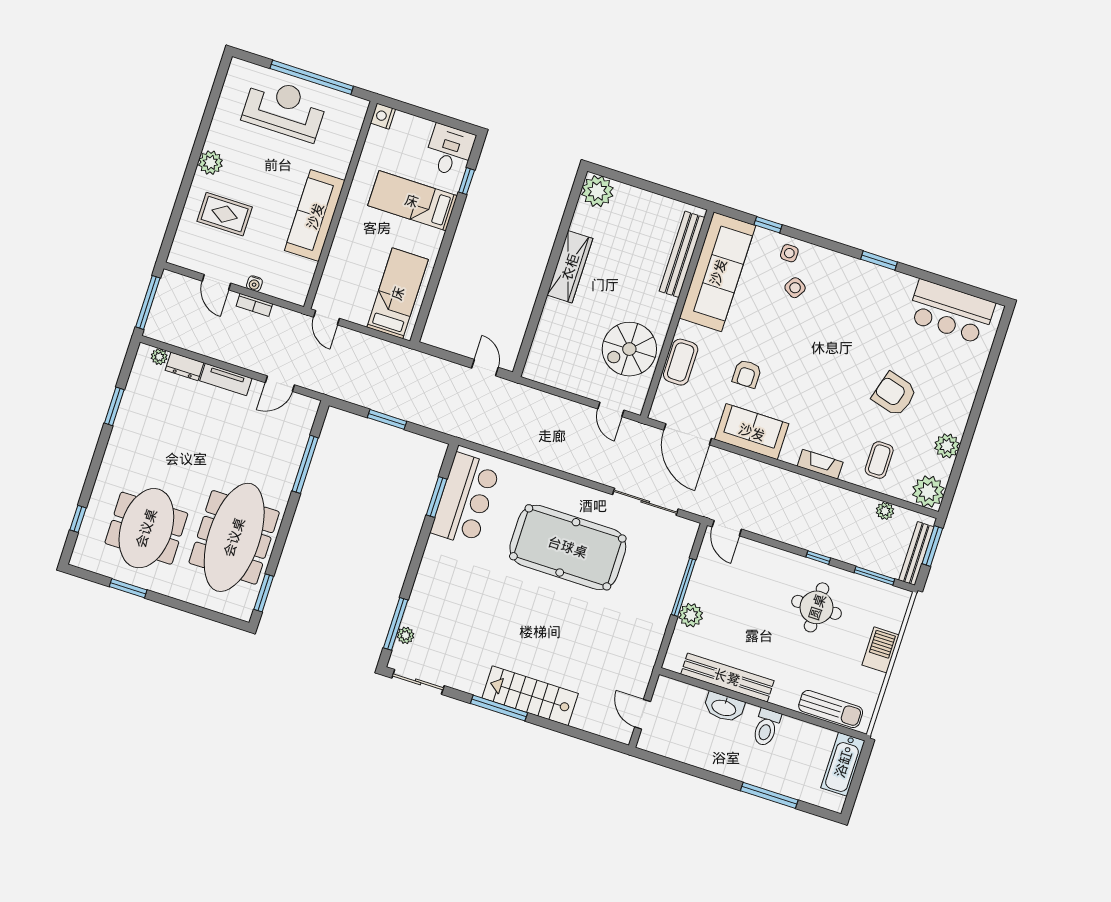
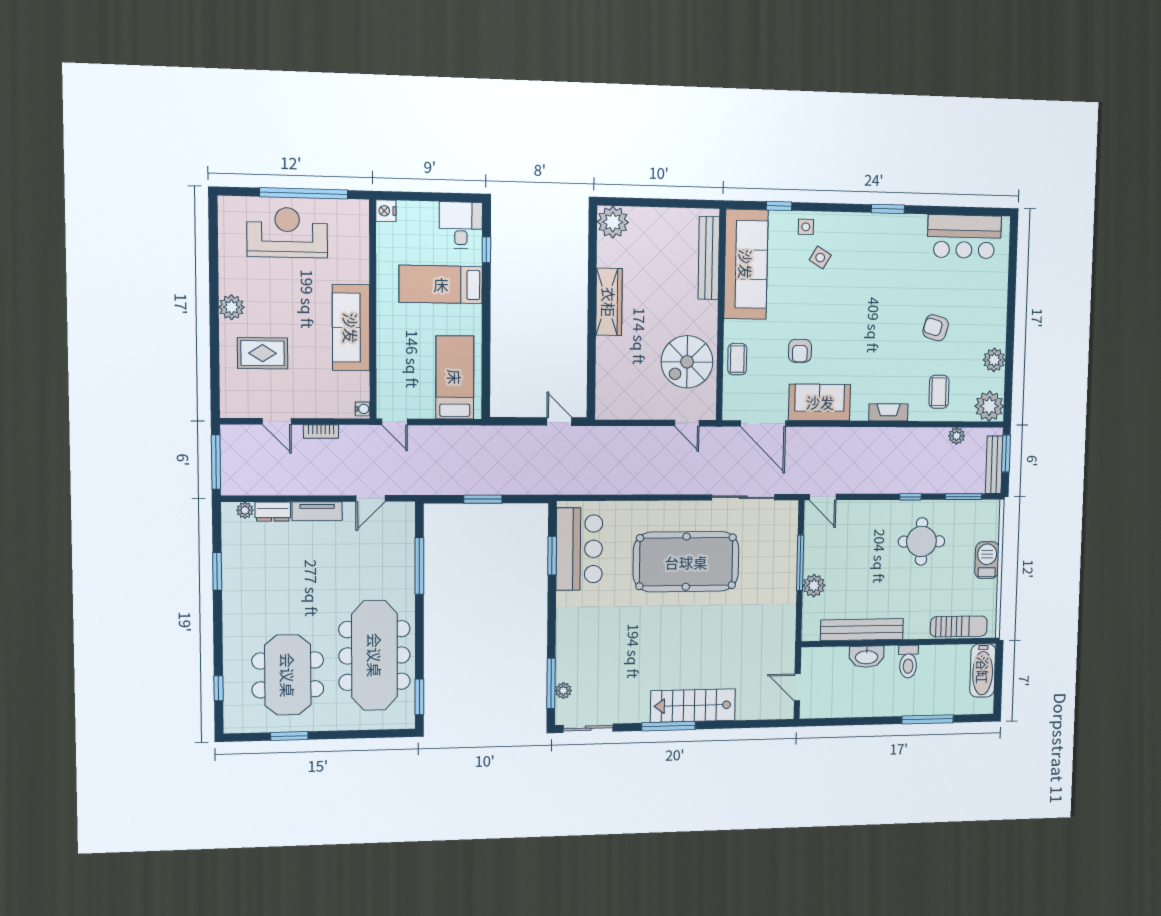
water cooler: (254, 284) -> (363, 409), moved, turned -90
coffee table: (681, 362) -> (737, 359), width x0.73, depth x0.77
armchair: (894, 394) -> (936, 328), width x0.72, depth x0.72

